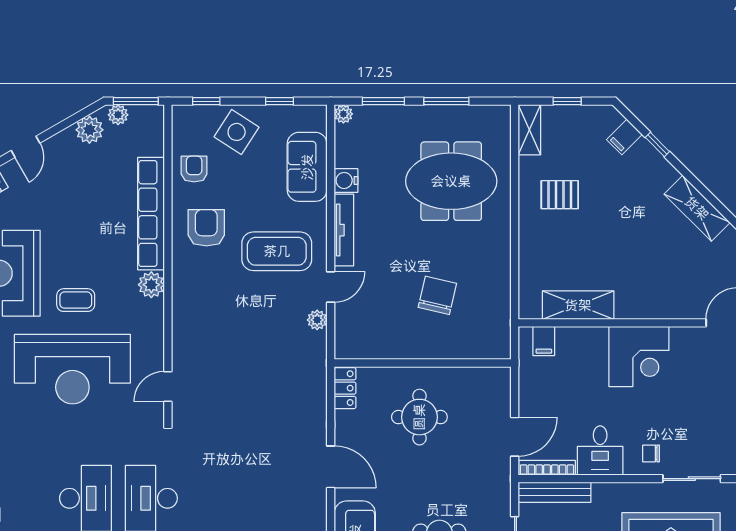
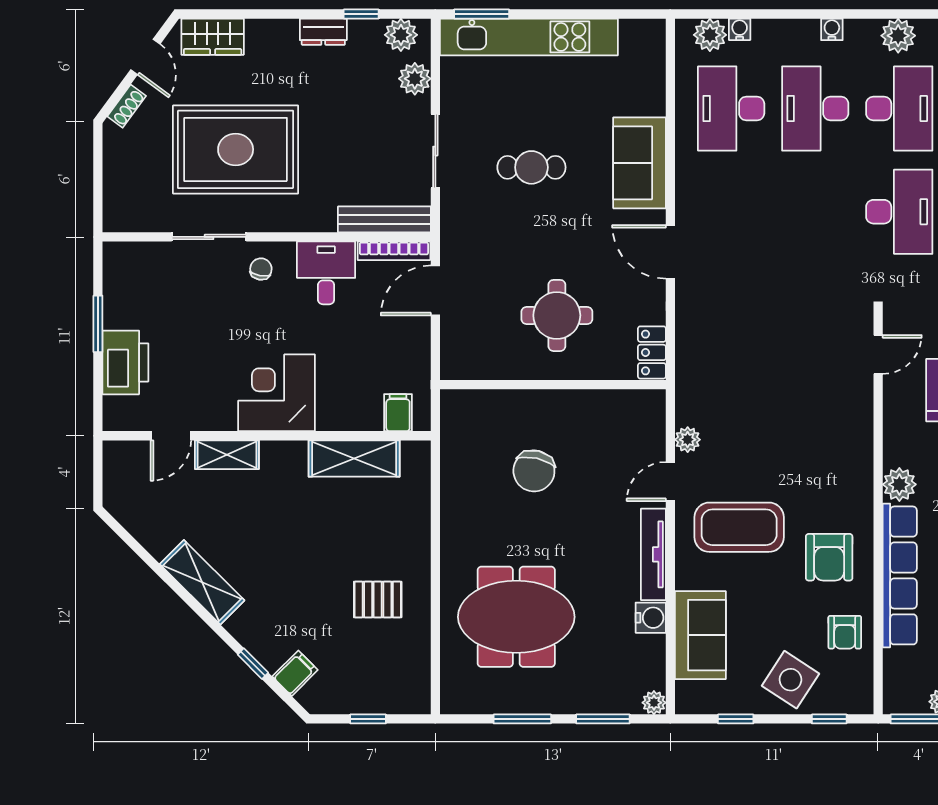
shelving: (529, 130) -> (227, 455), moved, turned 90
chair: (651, 453) -> (261, 269), turned -80

